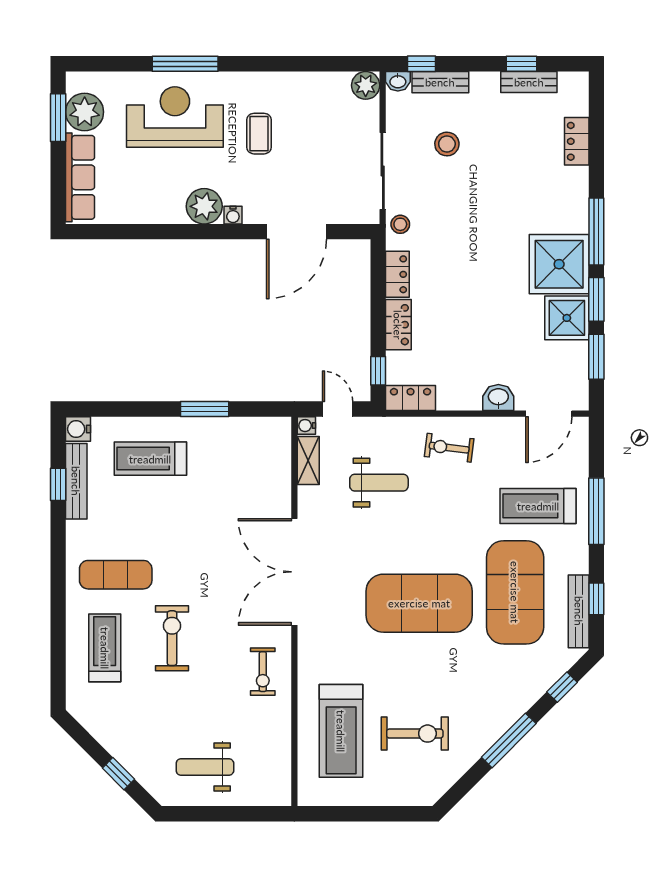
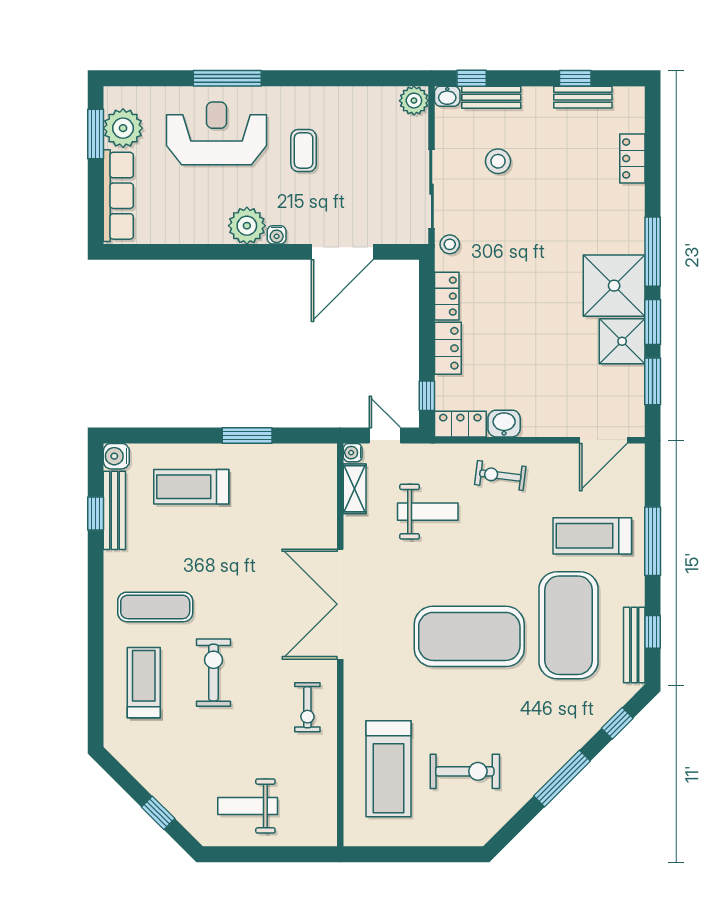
washbasin: (498, 397) -> (504, 424), moved

